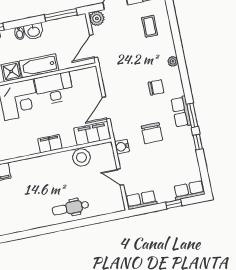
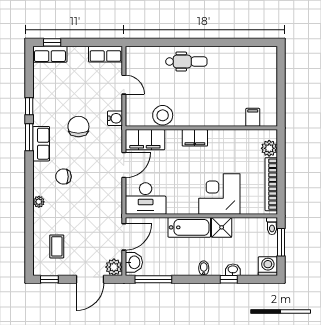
washbasin: (34, 31) -> (134, 262), moved, turned 90
desk: (54, 89) -> (146, 199), moved
window: (174, 204) -> (52, 42), moved

